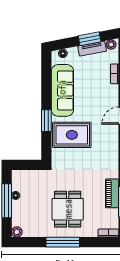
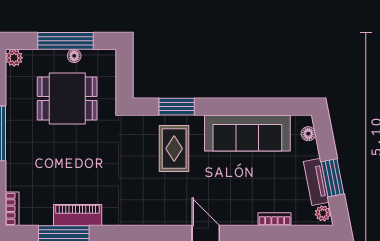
window: (46, 121) -> (177, 107), moved
rug: (72, 135) -> (174, 149), width x0.73, depth x0.70
dining table: (68, 209) -> (67, 99), moved

